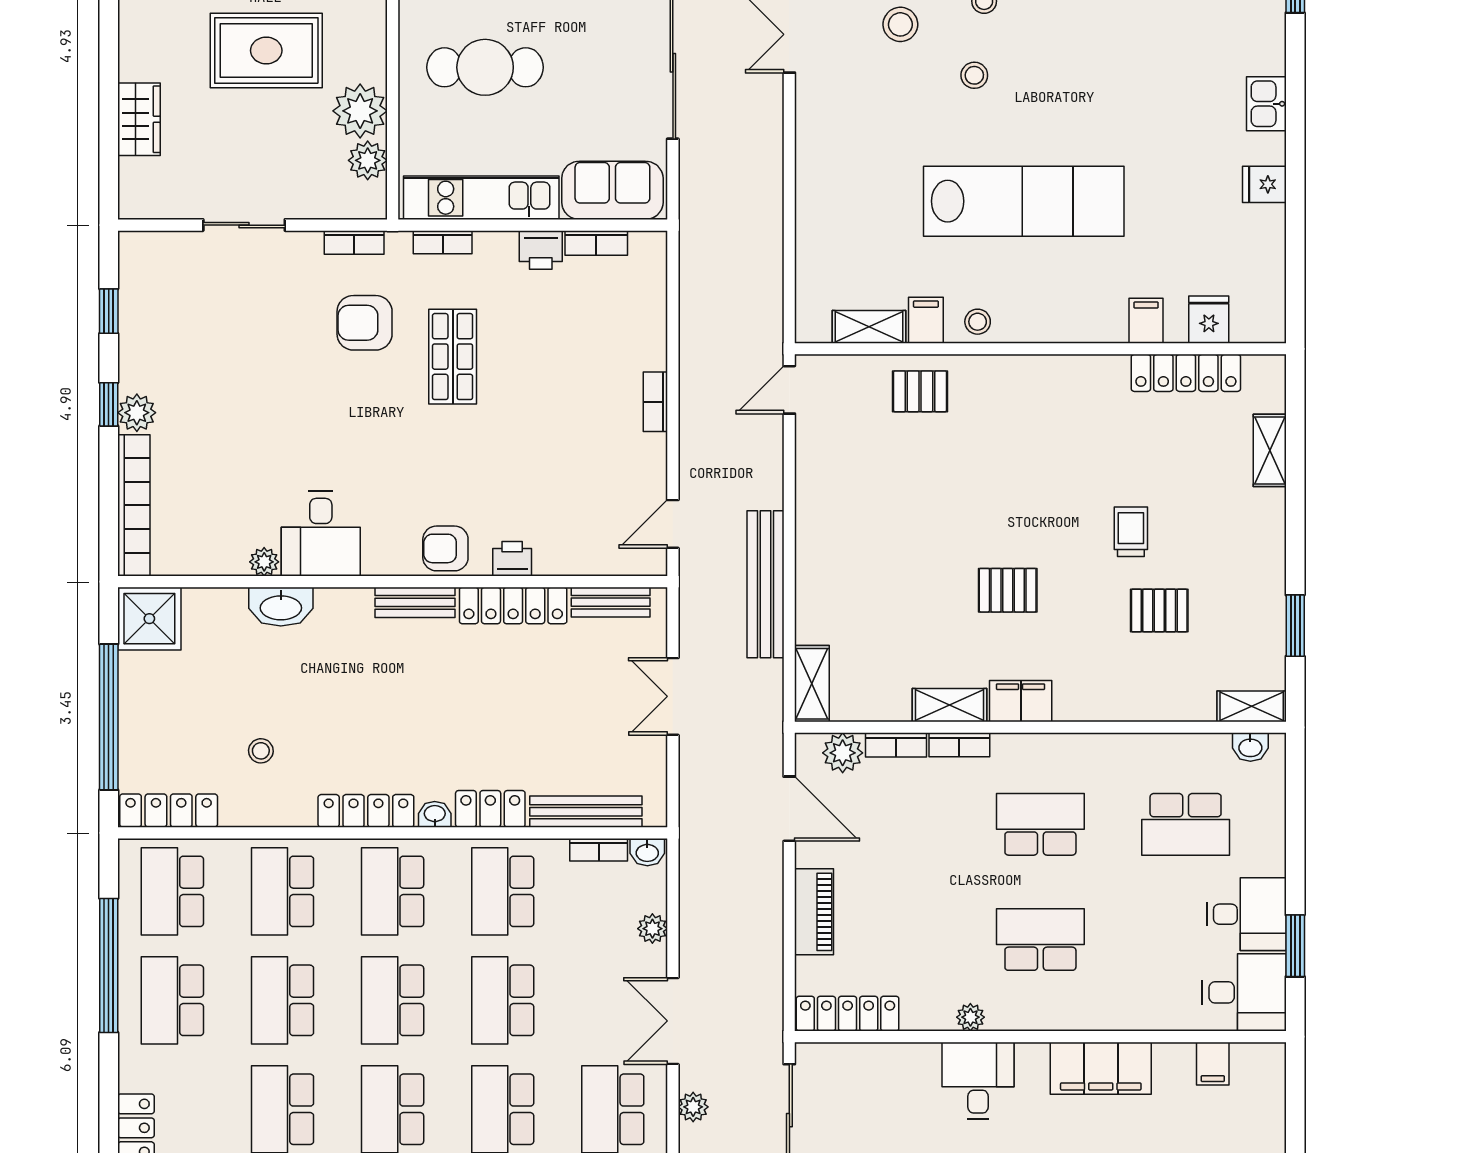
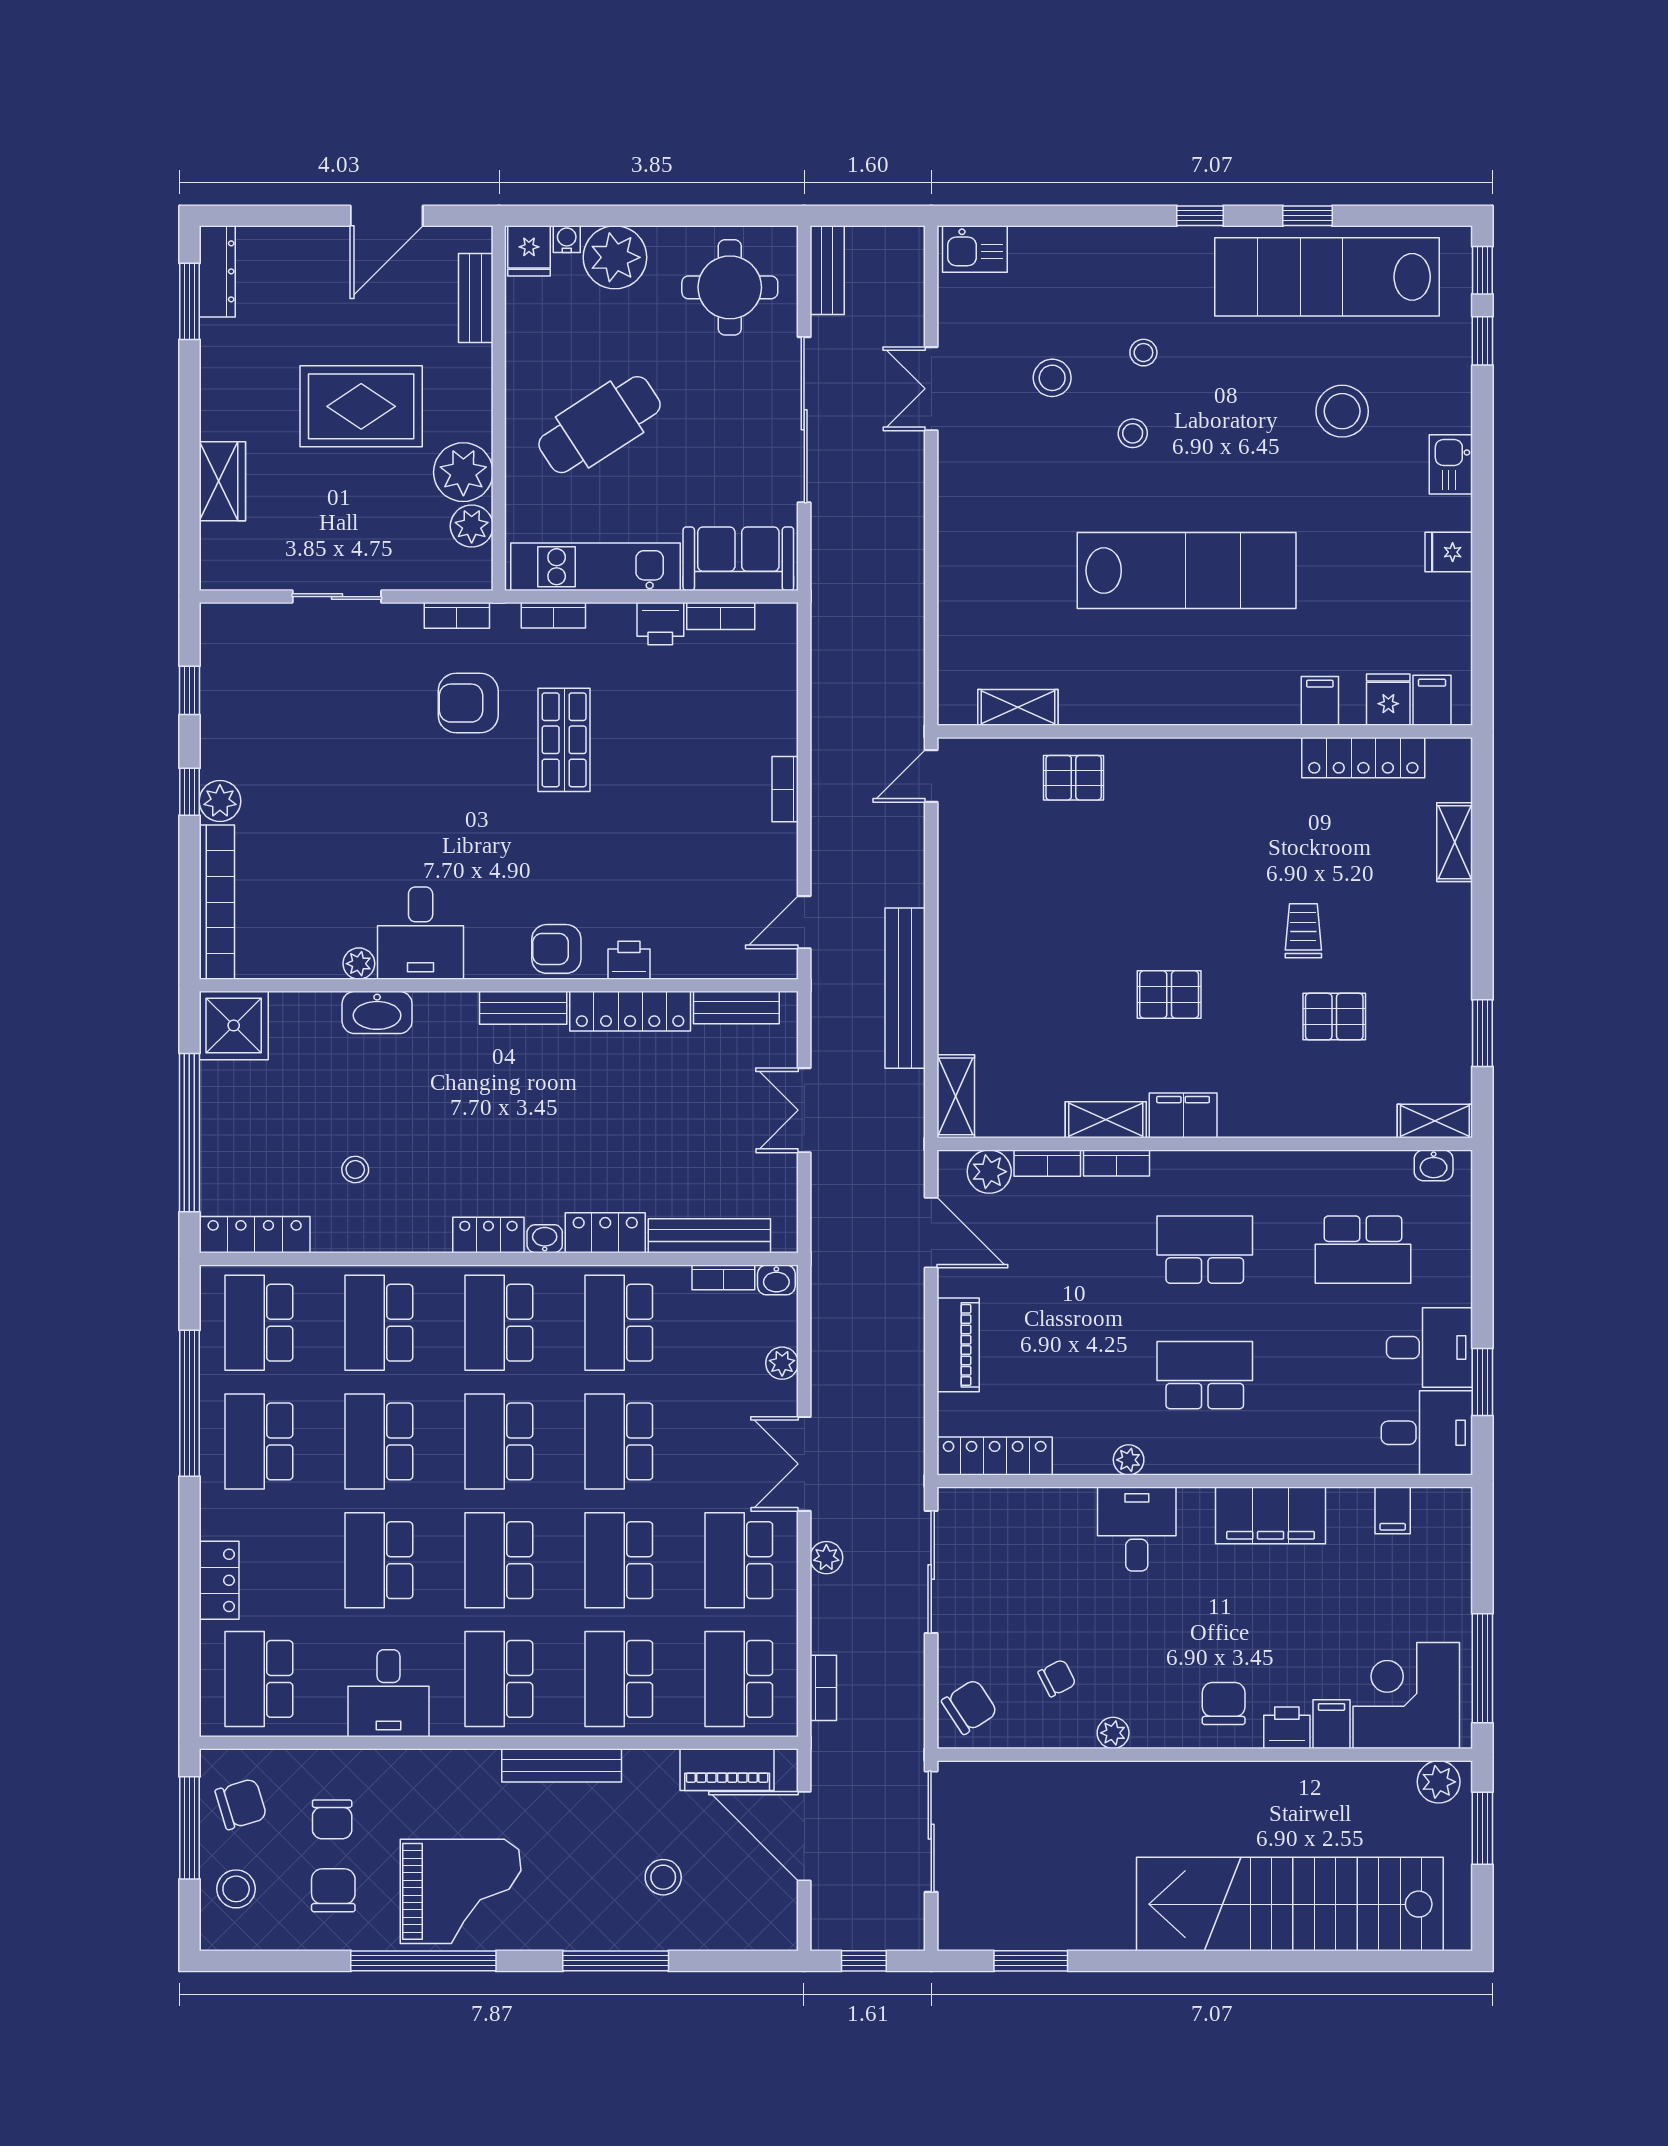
cafe table: (485, 67) -> (600, 425), turned -33
filing cabinet: (926, 320) -> (1432, 700), moved
stool: (978, 322) -> (1342, 411), moved, width x1.89, depth x1.89
locker: (366, 811) -> (488, 1235), width x0.66

